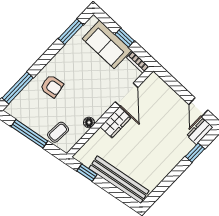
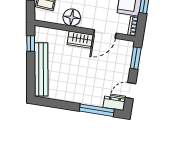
window: (170, 81) -> (136, 58), added
floor lamp: (89, 122) -> (72, 17), width x1.89, depth x1.89
window: (195, 153) -> (97, 110), width x2.17

